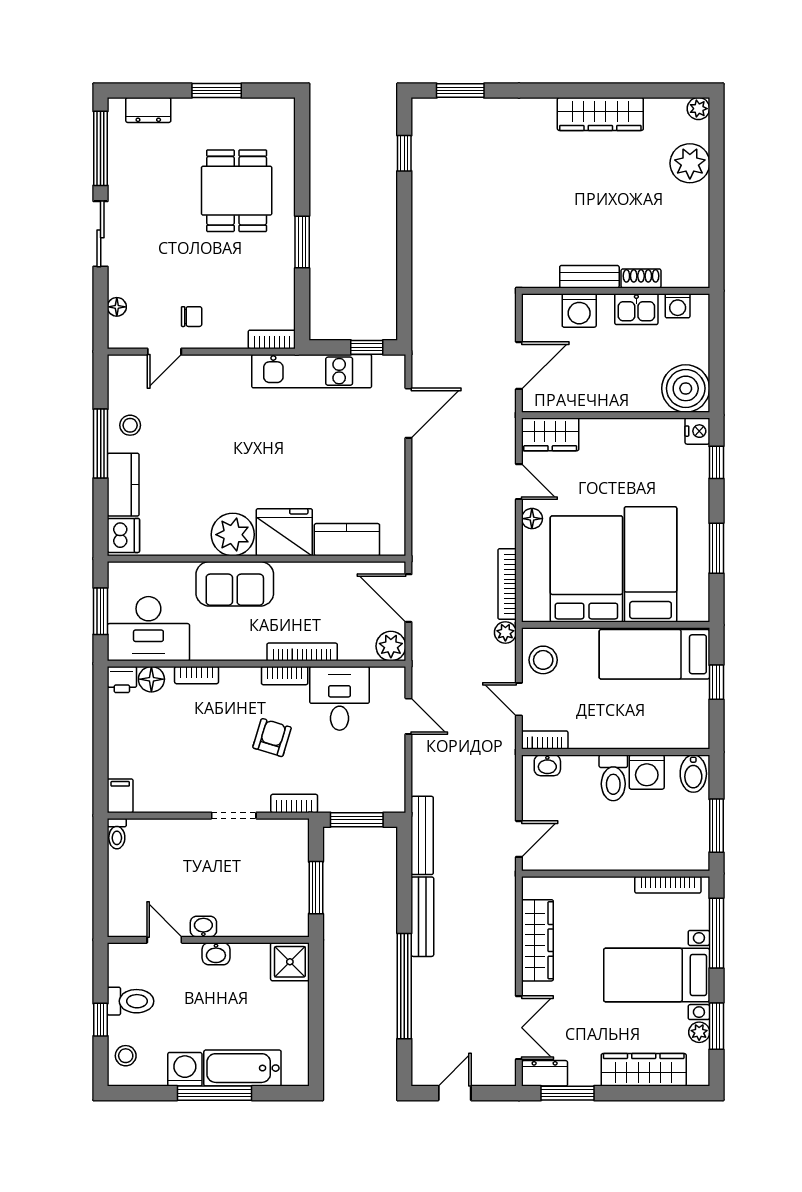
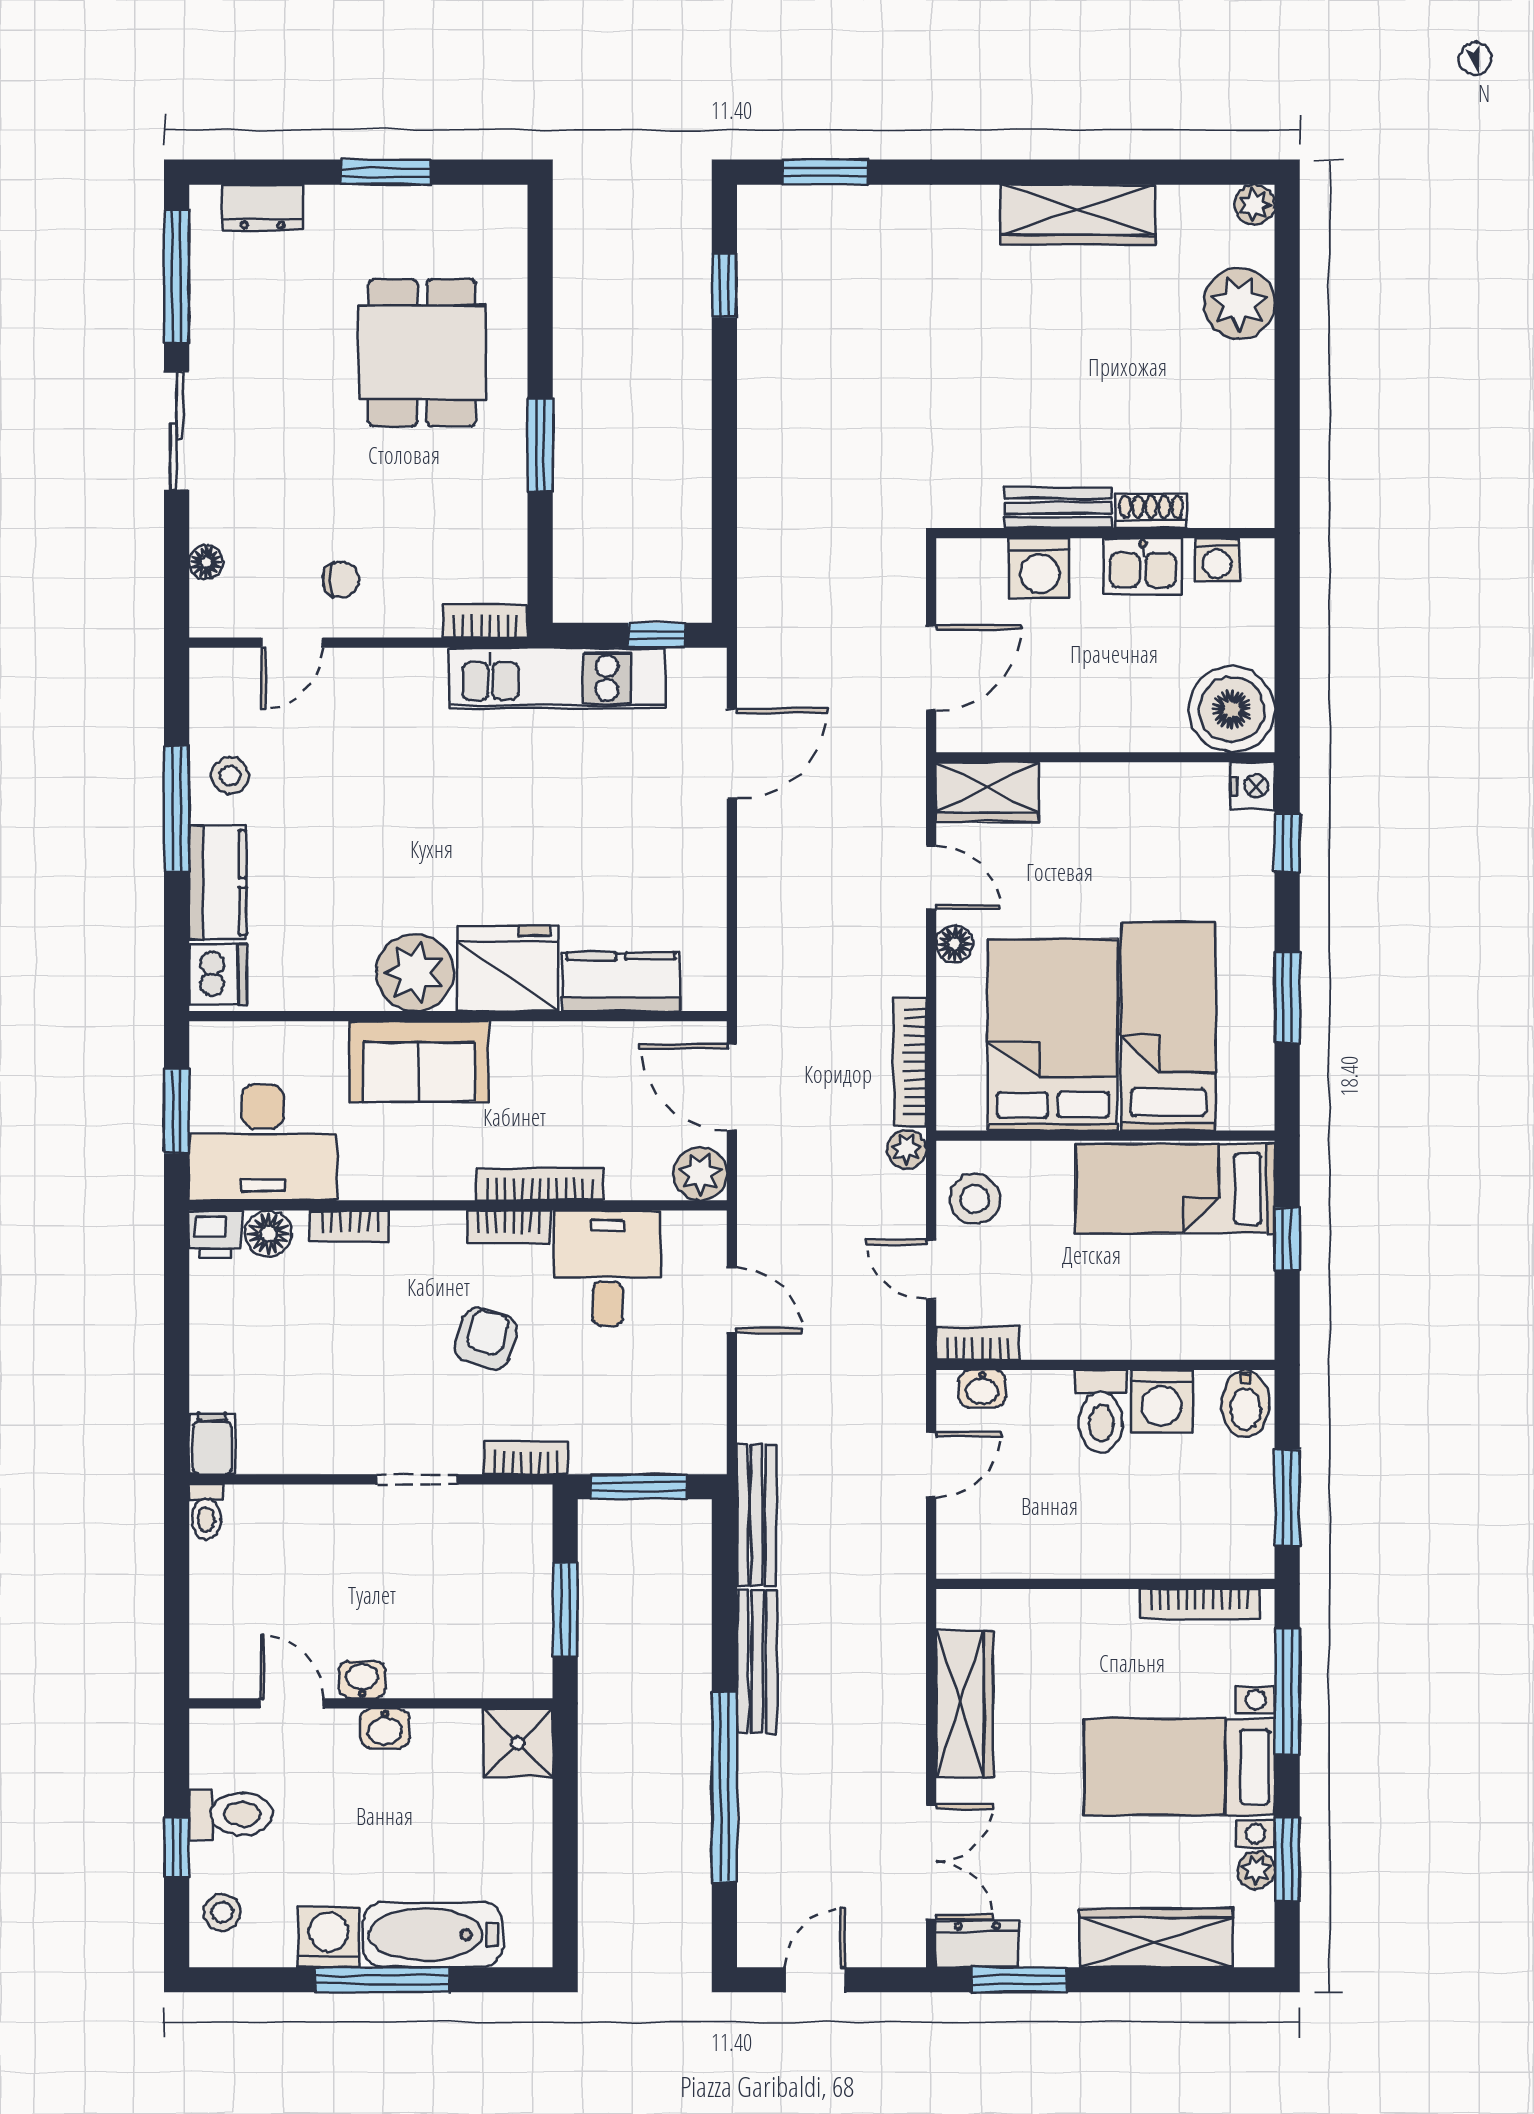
door: (519, 839) -> (931, 1465), moved

